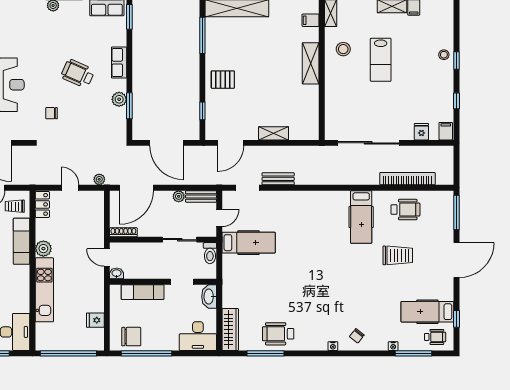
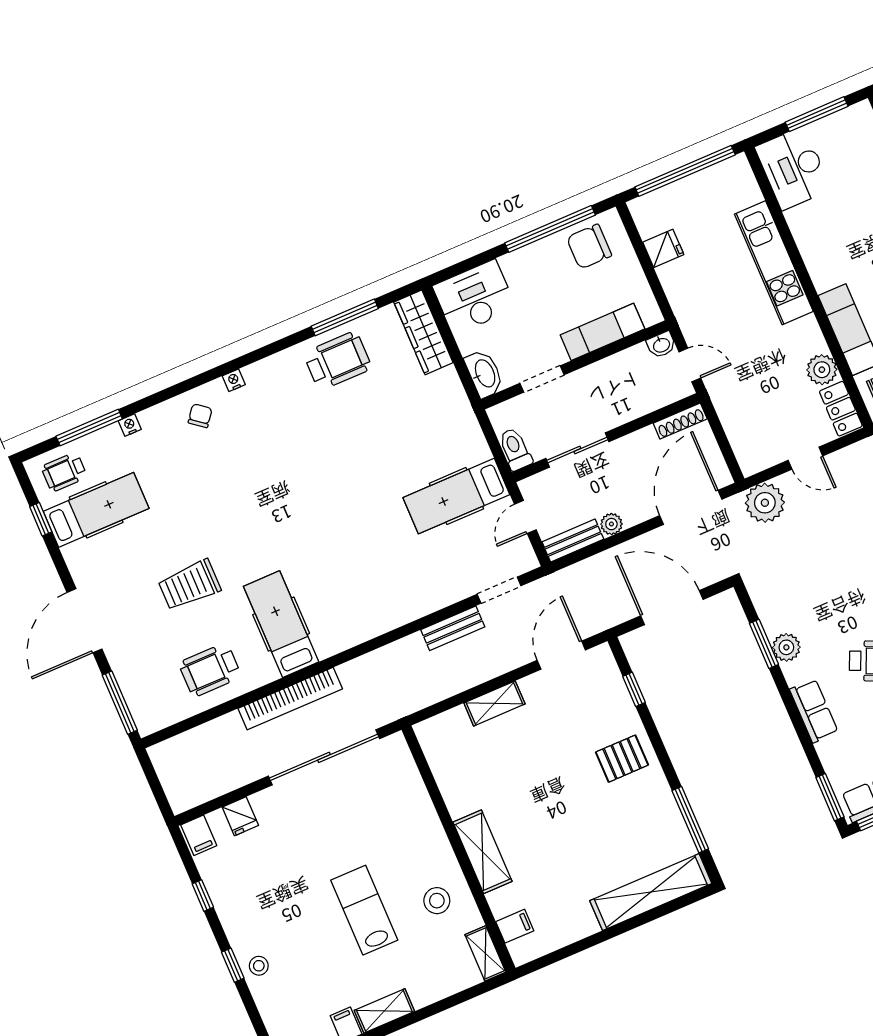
plant: (99, 179) -> (765, 503), width x1.87, depth x1.87
bookcase: (407, 179) -> (290, 699), moved
plant: (43, 249) -> (822, 370), moved

